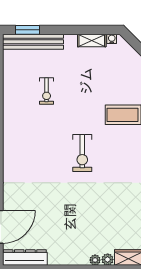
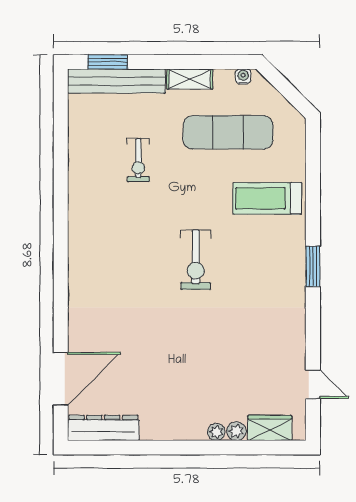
shelving: (92, 41) -> (190, 79), moved
exercise mat: (102, 74) -> (228, 132), added

